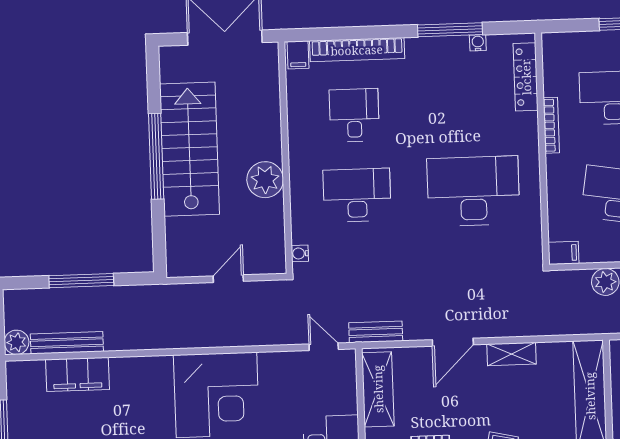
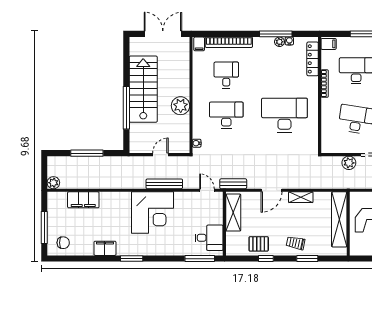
plant: (458, 45) -> (280, 42), added
window: (156, 156) -> (126, 108), moved
filing cabinet: (564, 253) -> (329, 44), moved
bench: (67, 343) -> (164, 184), moved

